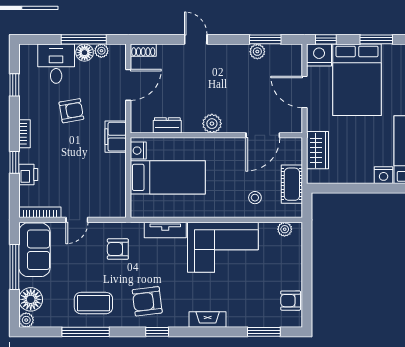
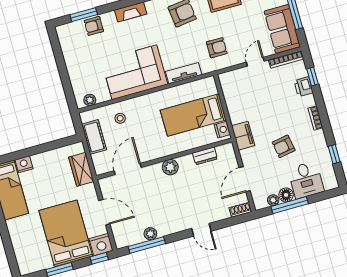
window: (265, 39) -> (147, 245), width x1.44
window: (14, 162) -> (312, 76), moved
armchair: (291, 301) -> (94, 26), moved, turned 180

